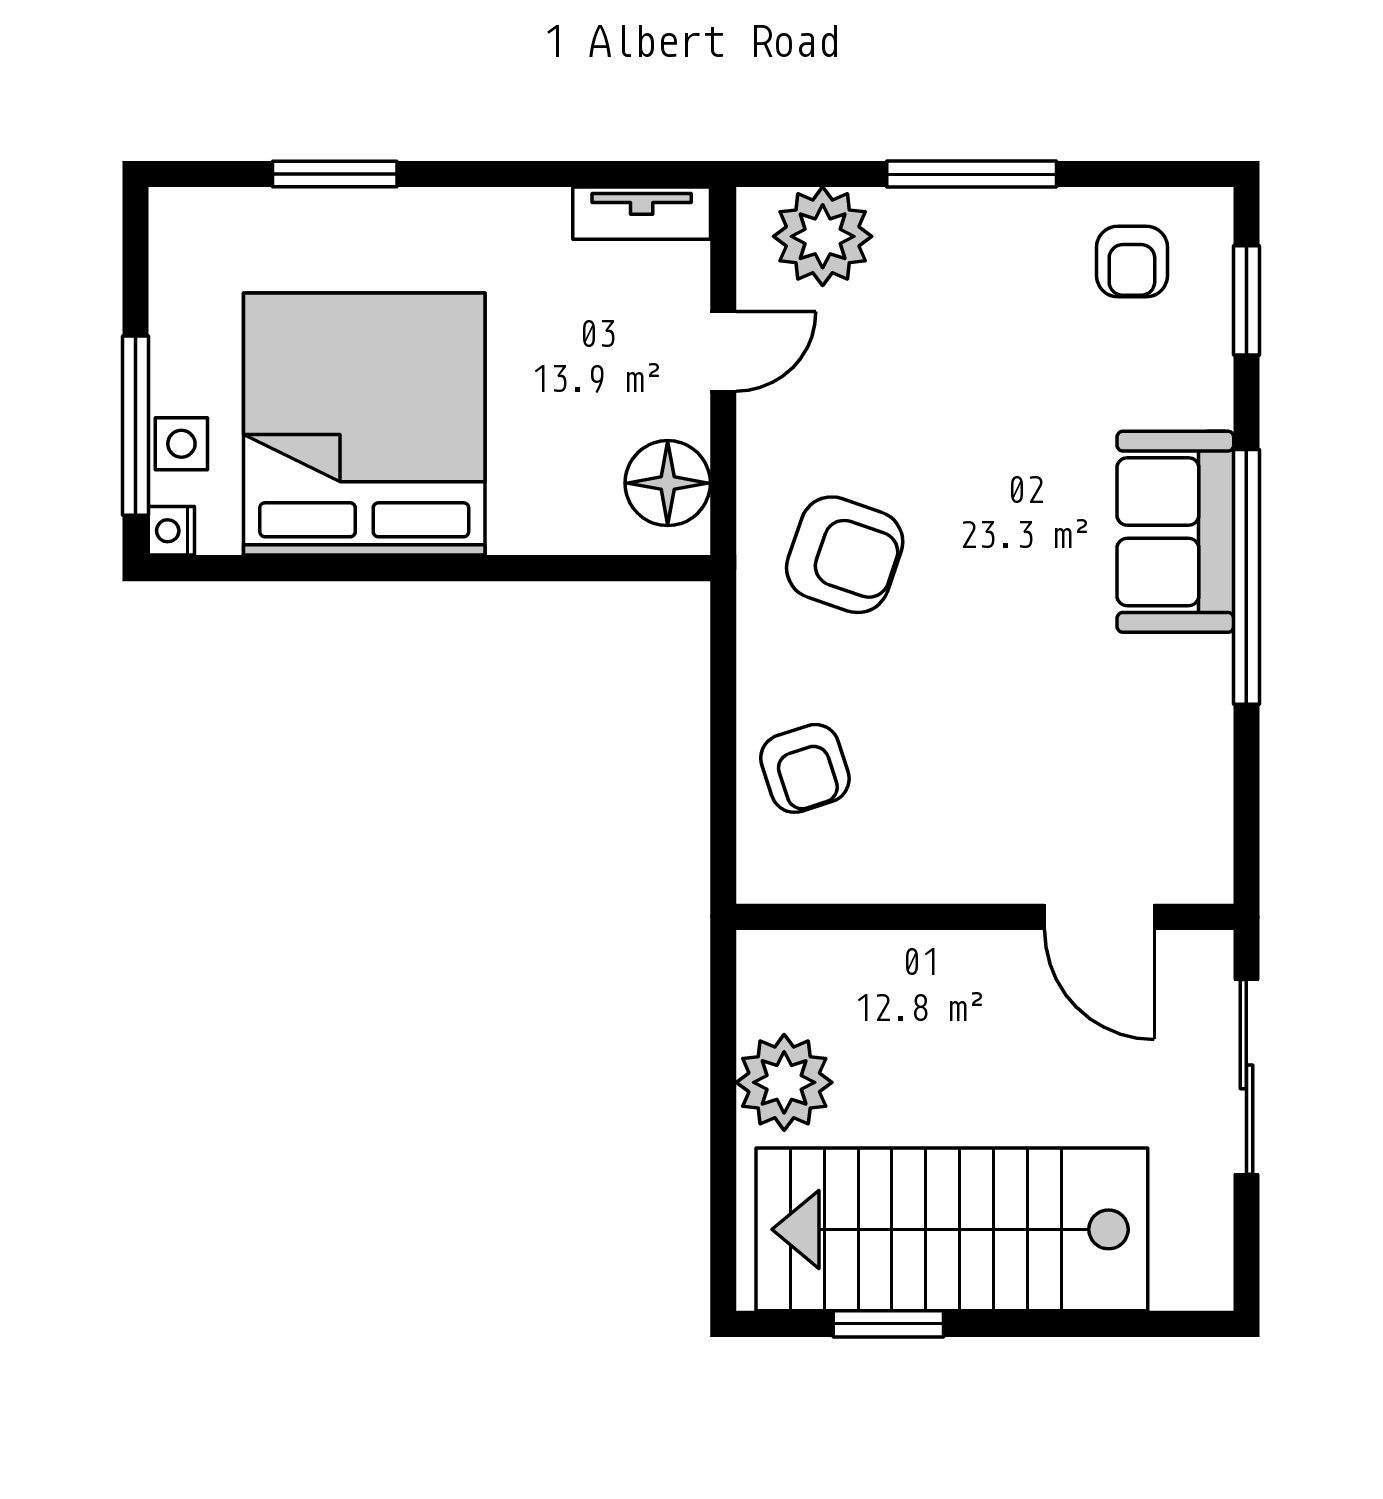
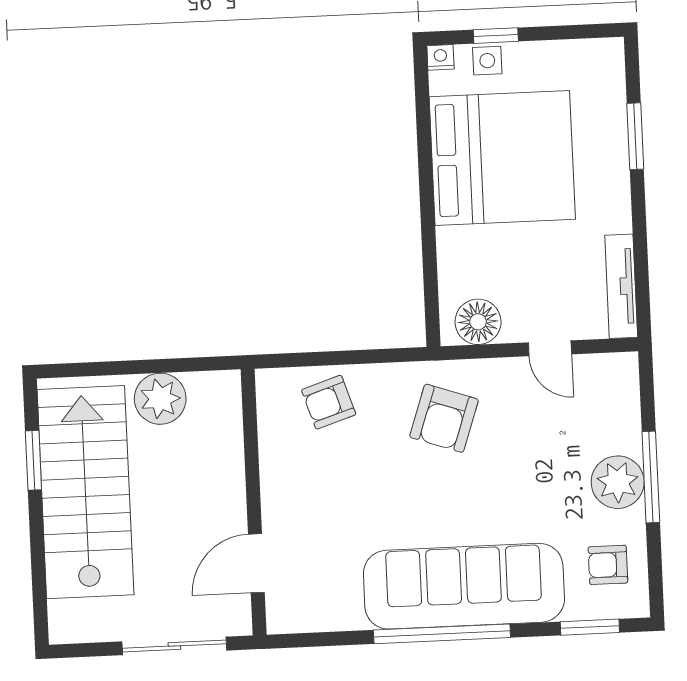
tv unit: (642, 213) -> (621, 286), width x1.41
plant: (823, 236) -> (618, 482), moved
window: (135, 426) -> (496, 36), width x0.46
sofa: (1175, 532) -> (464, 586), width x1.85, depth x1.27

